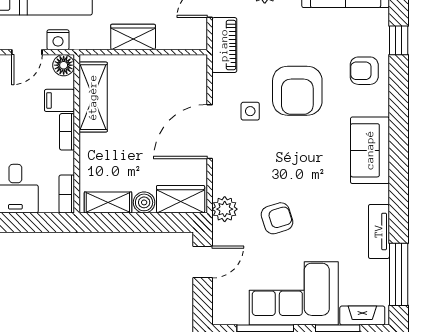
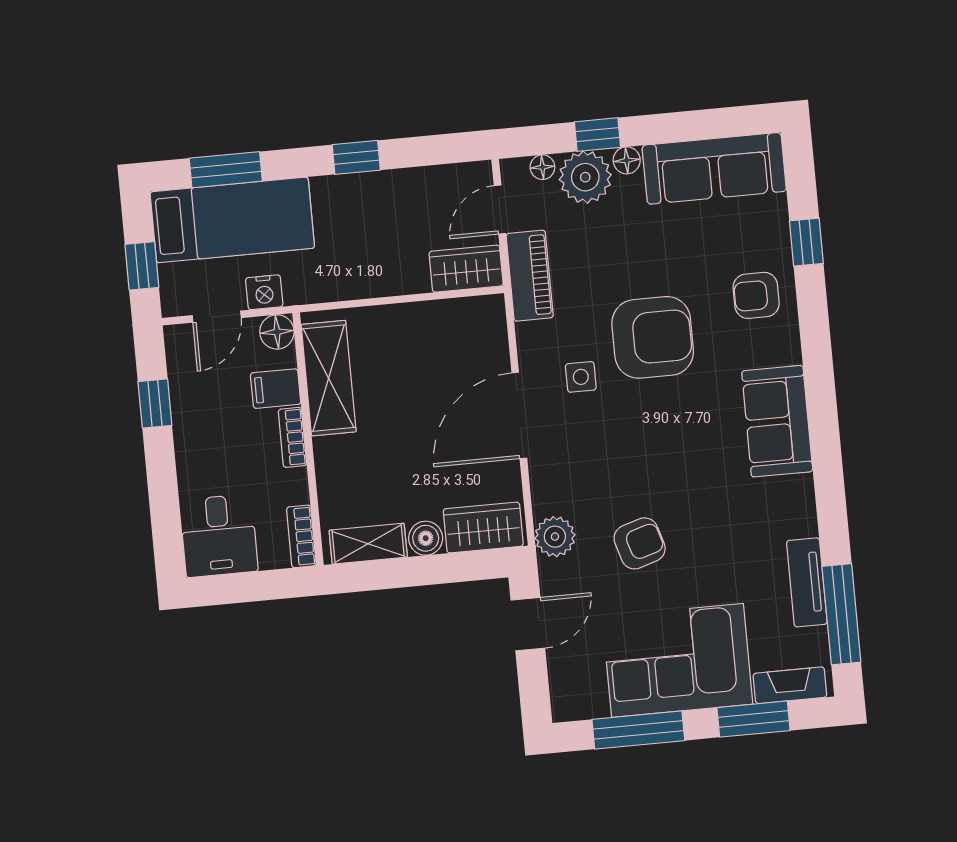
wardrobe: (133, 37) -> (466, 269), moved
armchair: (297, 91) -> (653, 337), turned -90
tv unit: (379, 231) -> (807, 582), moved

